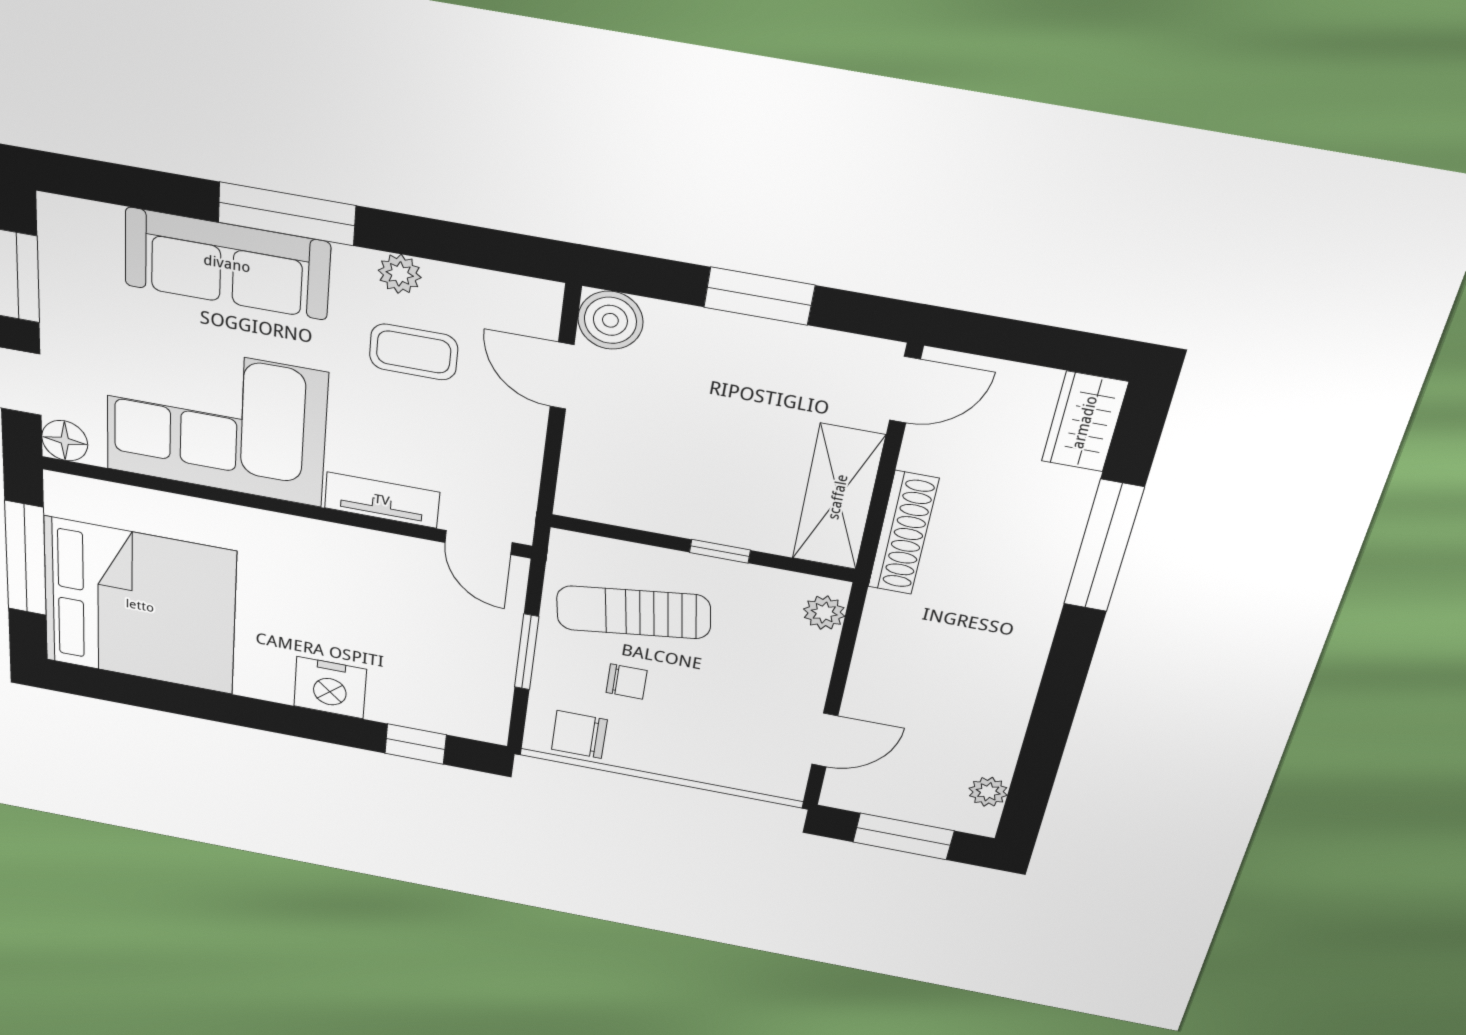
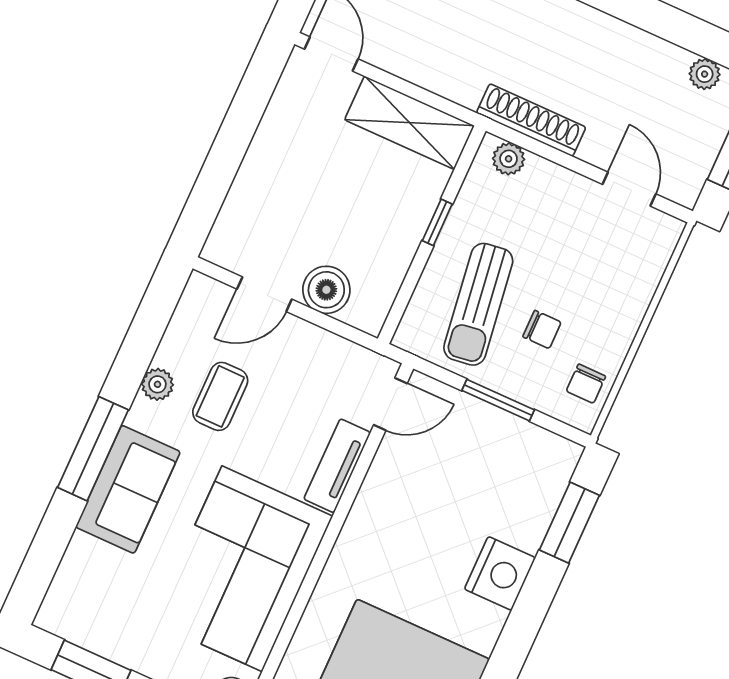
sofa: (227, 264) -> (128, 489), width x0.73
window: (759, 296) -> (235, 136), removed
boiler: (610, 320) -> (326, 290), moved
shoe rack: (903, 533) -> (531, 120), moved
chair: (627, 682) -> (542, 329), turned 90
chair: (579, 735) -> (586, 384), width x0.73, depth x0.73
window: (415, 744) -> (569, 523), width x1.50

